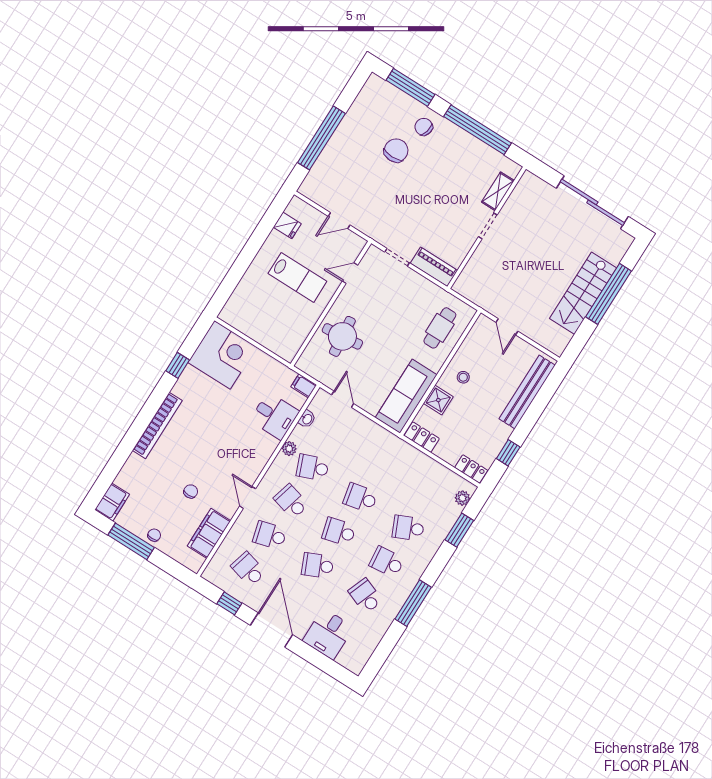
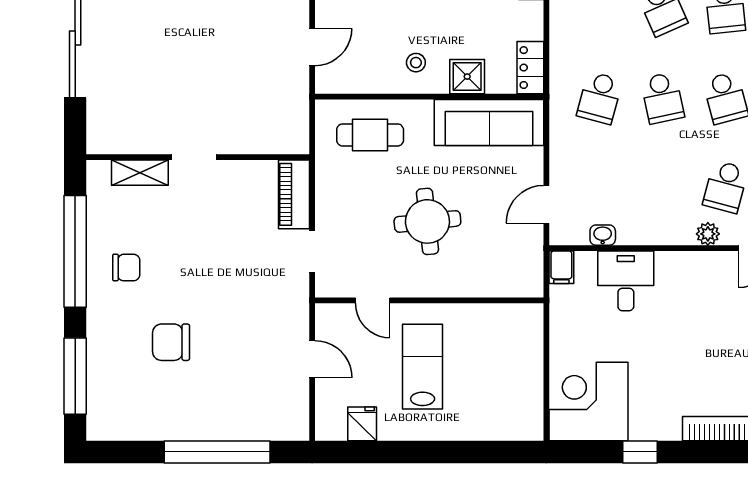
chair: (424, 127) -> (126, 268), moved, turned -103
round table: (342, 336) -> (427, 221), moved
plant: (289, 449) -> (708, 234), moved
school desk: (313, 468) -> (599, 98), moved, turned 36

